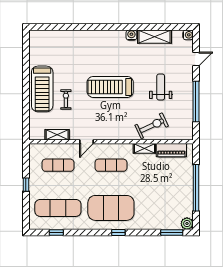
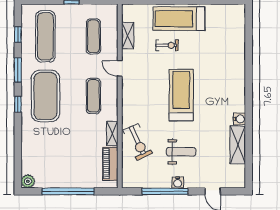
water cooler: (188, 35) -> (178, 182), moved
window: (172, 232) -> (18, 70), moved

